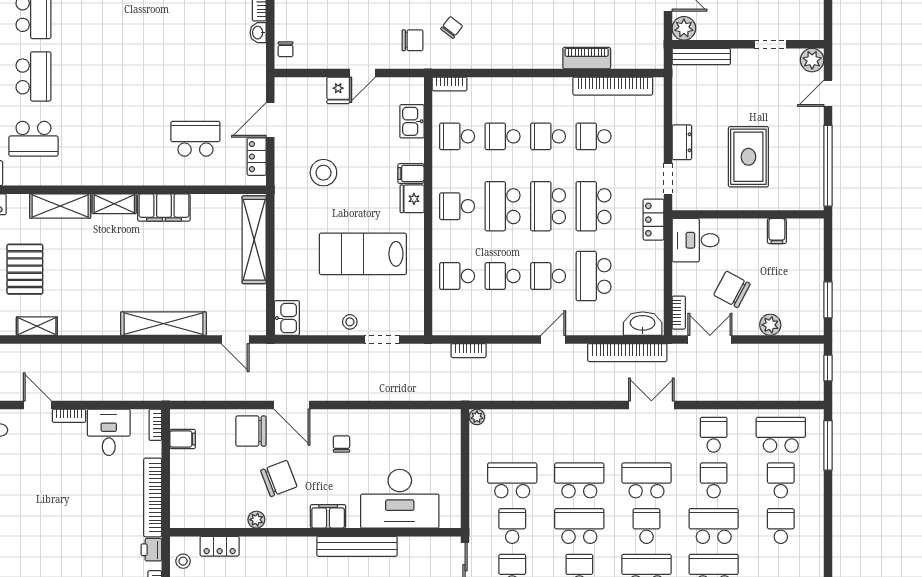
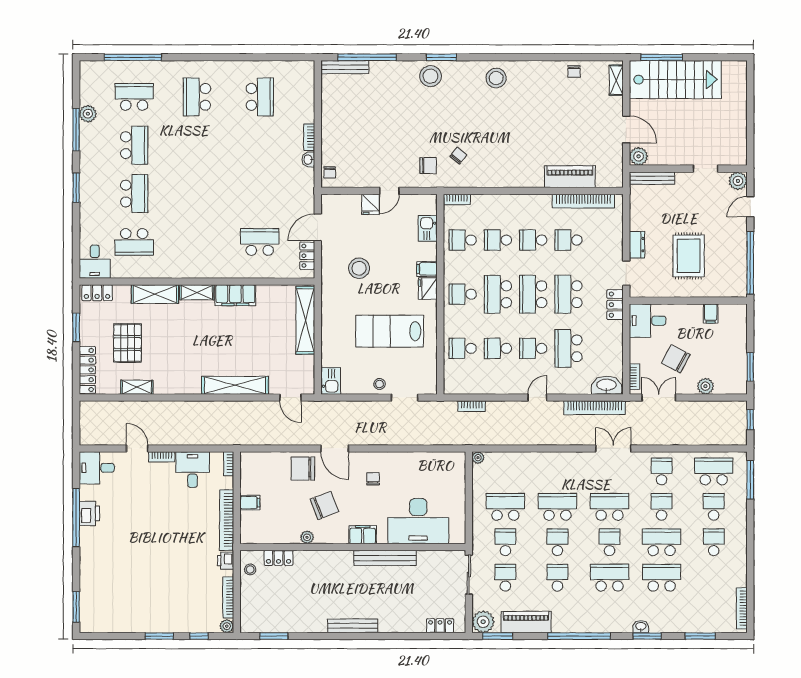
piano: (587, 58) -> (570, 177), width x1.37, depth x1.33
filing cabinet: (183, 439) -> (250, 503), moved
school desk: (579, 526) -> (557, 542), width x0.54

